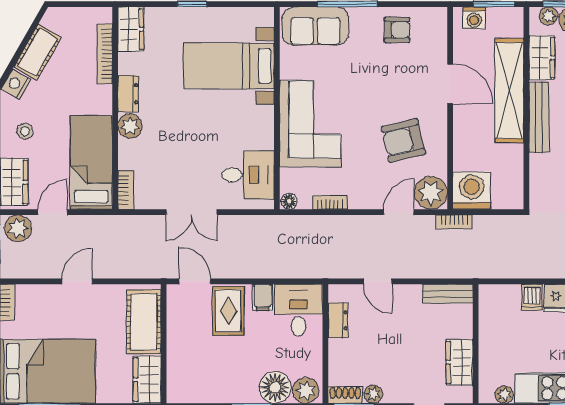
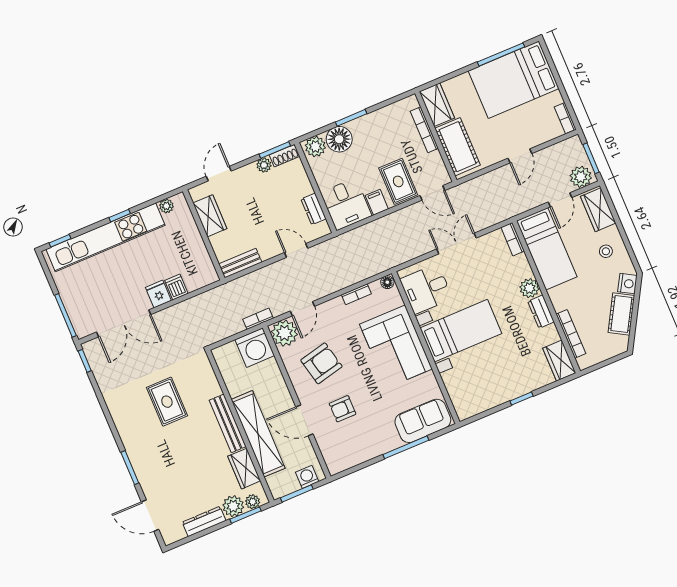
armchair: (397, 30) -> (343, 409), moved
bed with nightstands: (229, 66) -> (461, 331), moved
bookcase: (174, 357) -> (424, 130), added

